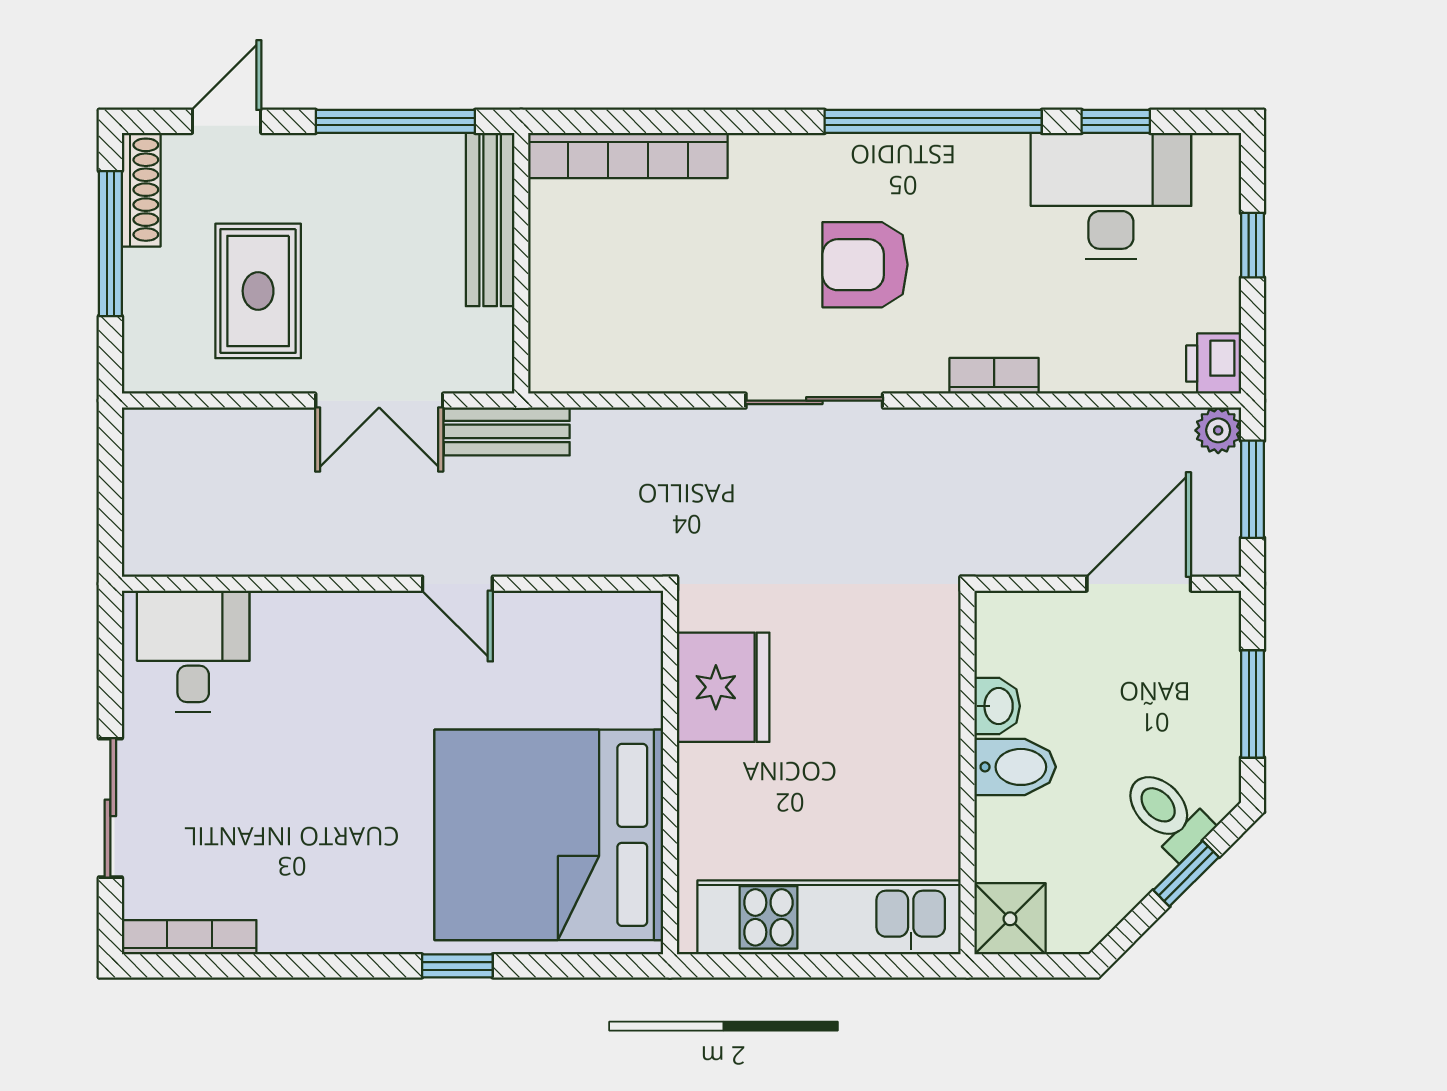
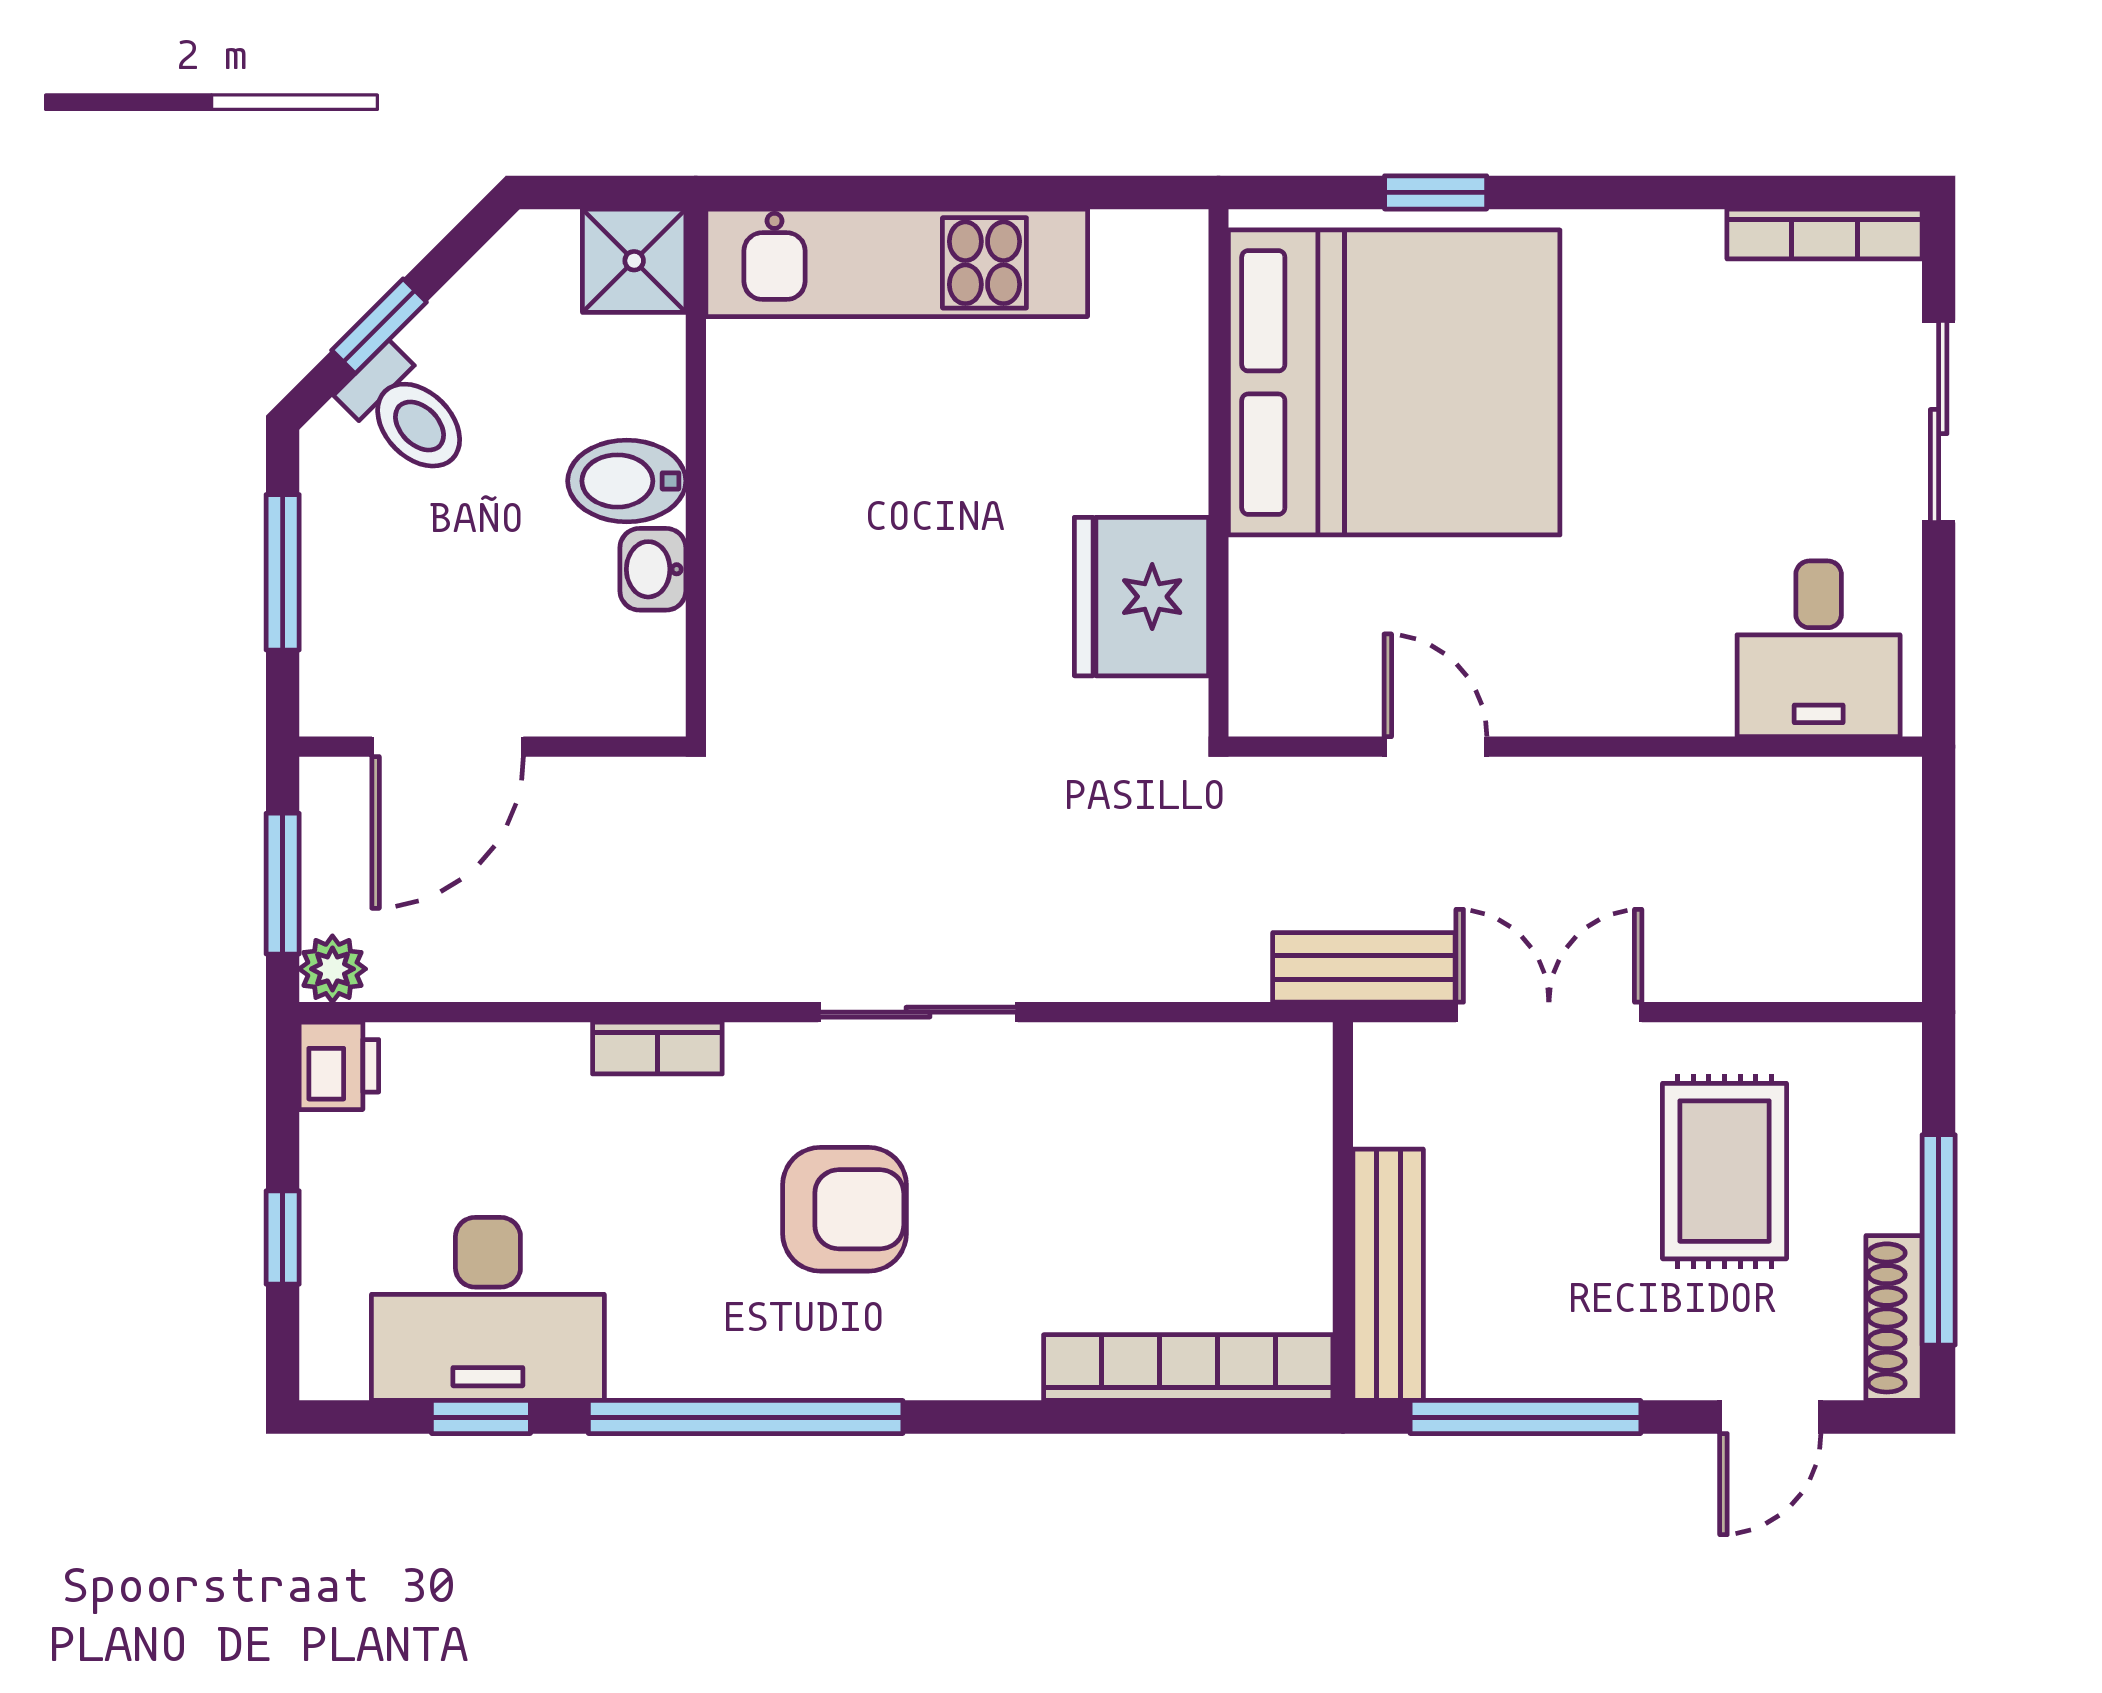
fridge: (723, 687) -> (1141, 597), moved
wall: (670, 773) -> (1219, 473), moved
bed: (549, 835) -> (1394, 382), moved

